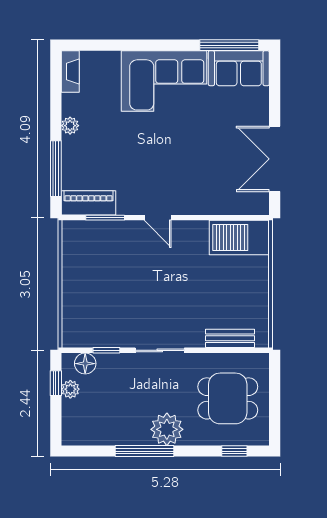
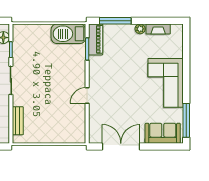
sofa: (239, 68) -> (163, 133), moved, turned 90
fireplace: (70, 72) -> (158, 29), moved
door: (158, 218) -> (87, 96), moved
barbecue: (239, 238) -> (68, 34), moved, turned -90

